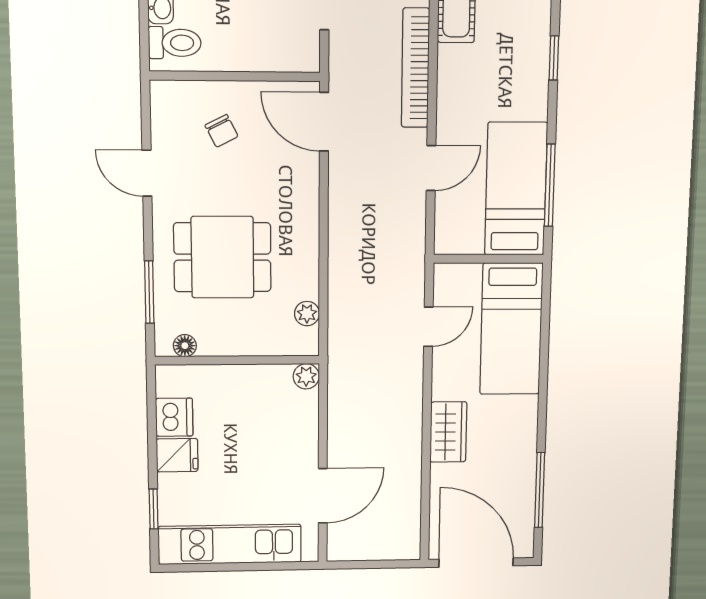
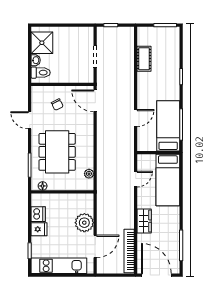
bookcase: (415, 68) -> (129, 251), moved
dining table: (222, 257) -> (57, 152), width x1.37
plant: (306, 376) -> (84, 223), moved, width x1.88, depth x1.88

